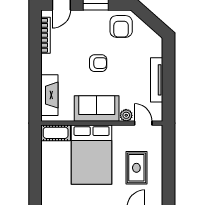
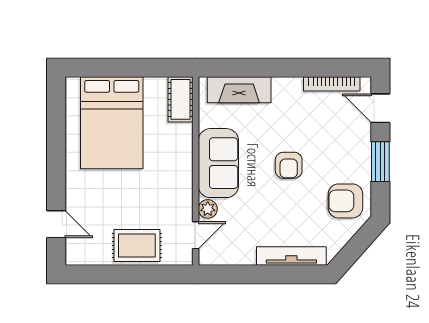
tv unit: (157, 80) -> (291, 256), moved
bed: (92, 155) -> (112, 123), moved, turned -90
rug: (136, 168) -> (137, 246), moved

